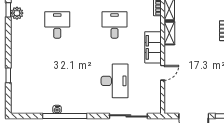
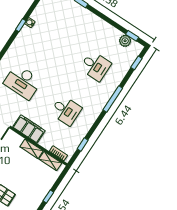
window: (65, 116) -> (21, 25), width x0.32

